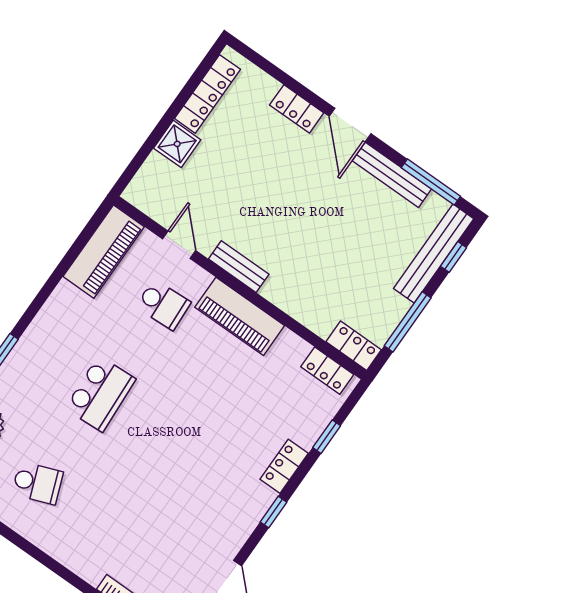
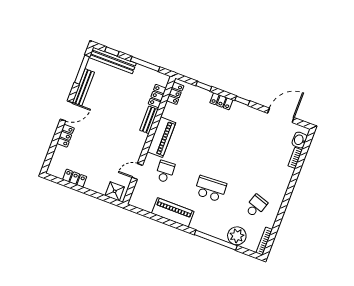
locker: (207, 94) -> (75, 178), width x0.66
shower: (177, 144) -> (115, 191), moved
piano: (104, 252) -> (173, 212), moved
bench: (239, 267) -> (149, 120), moved
locker: (354, 346) -> (157, 96), moved
school desk: (38, 483) -> (256, 206), turned 39

